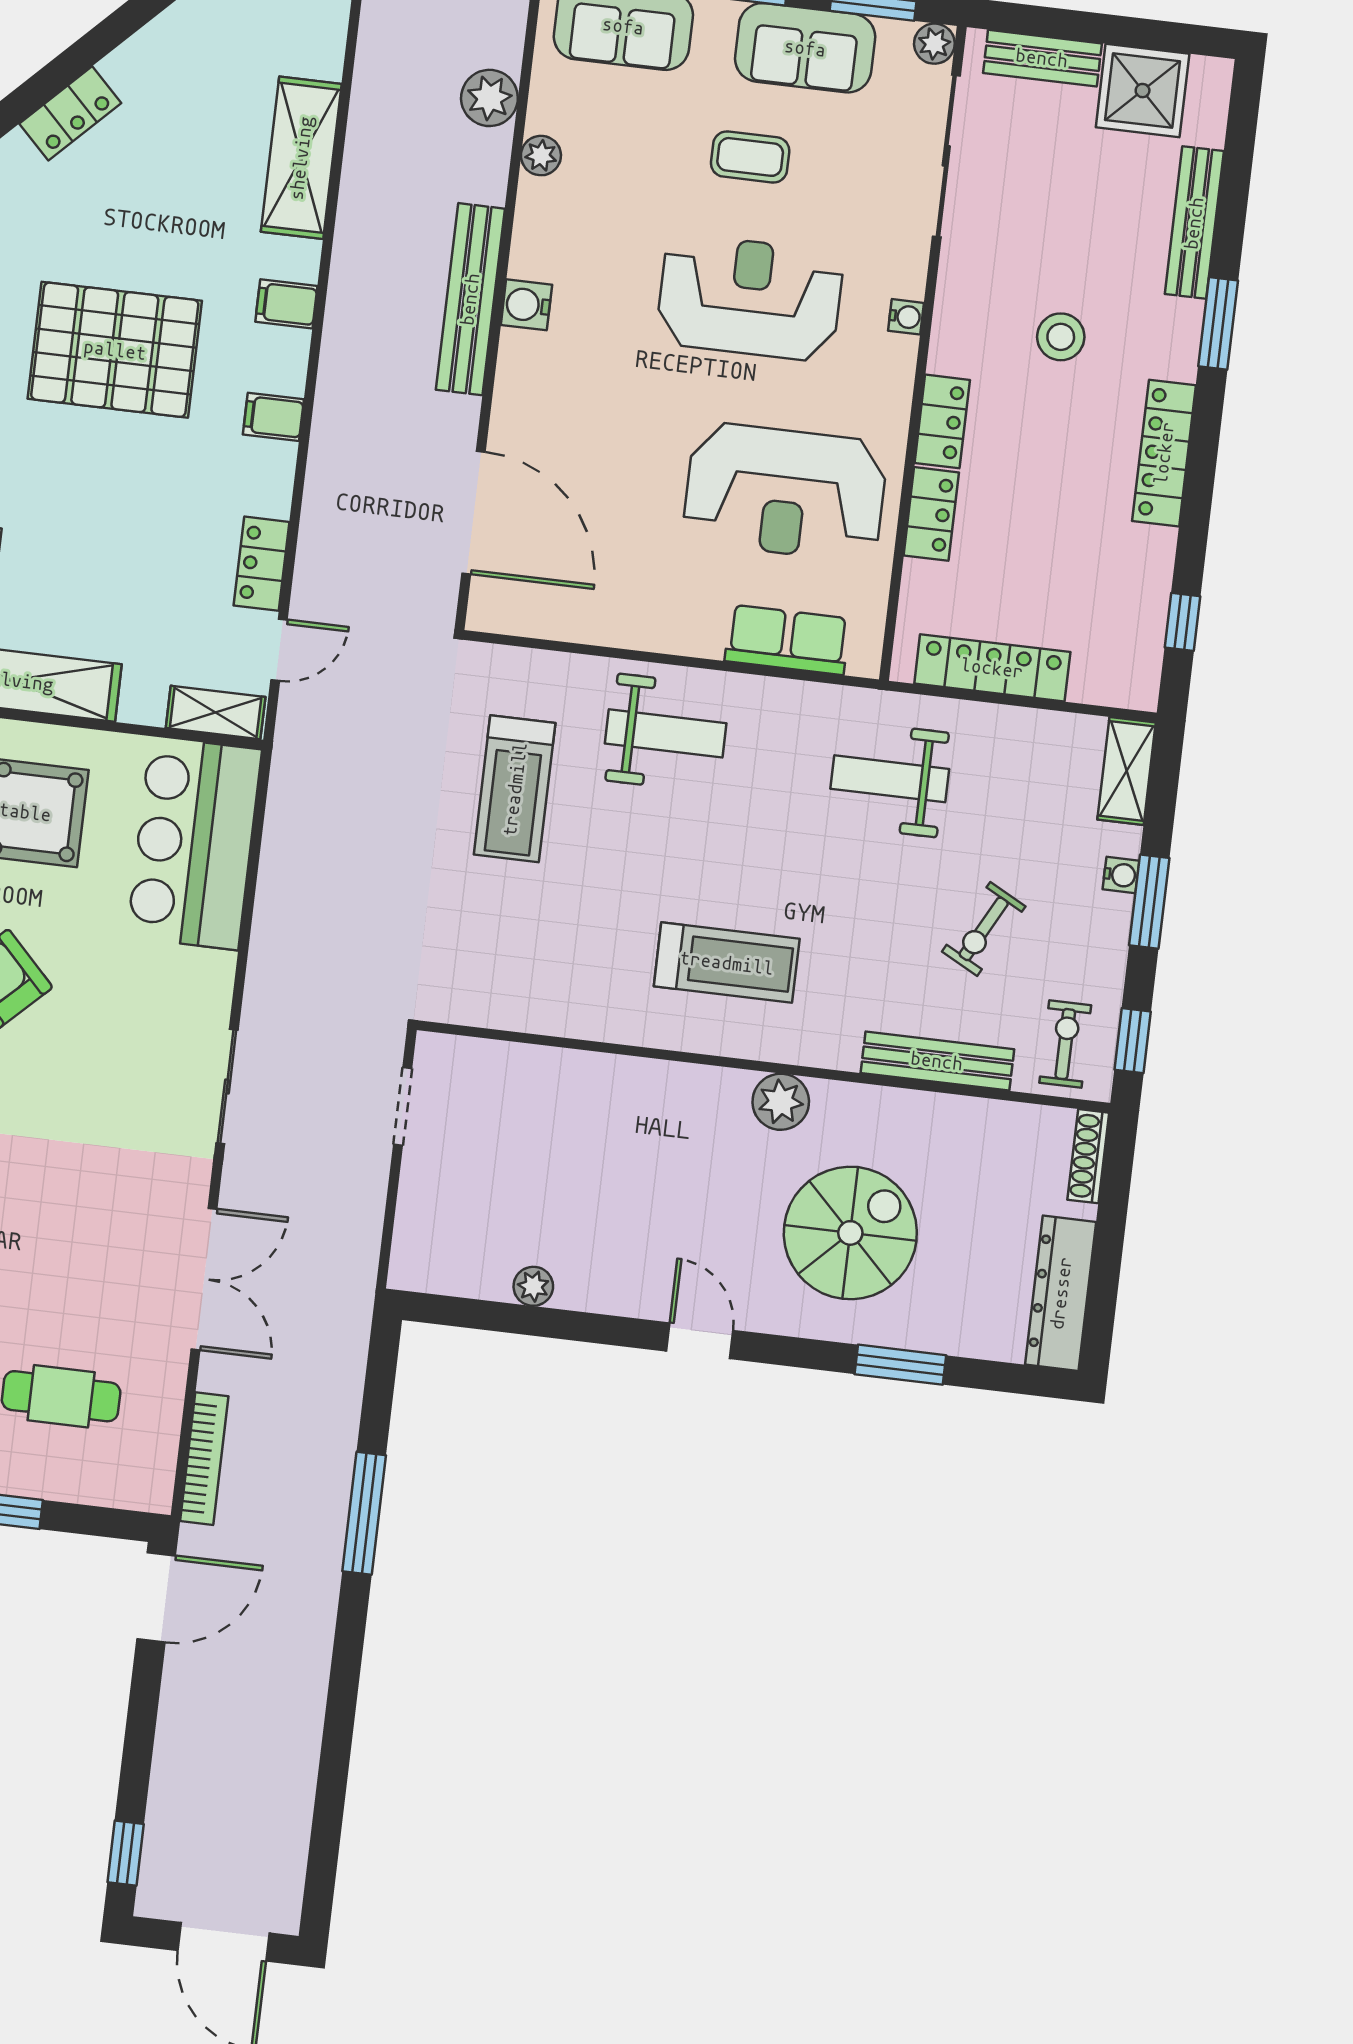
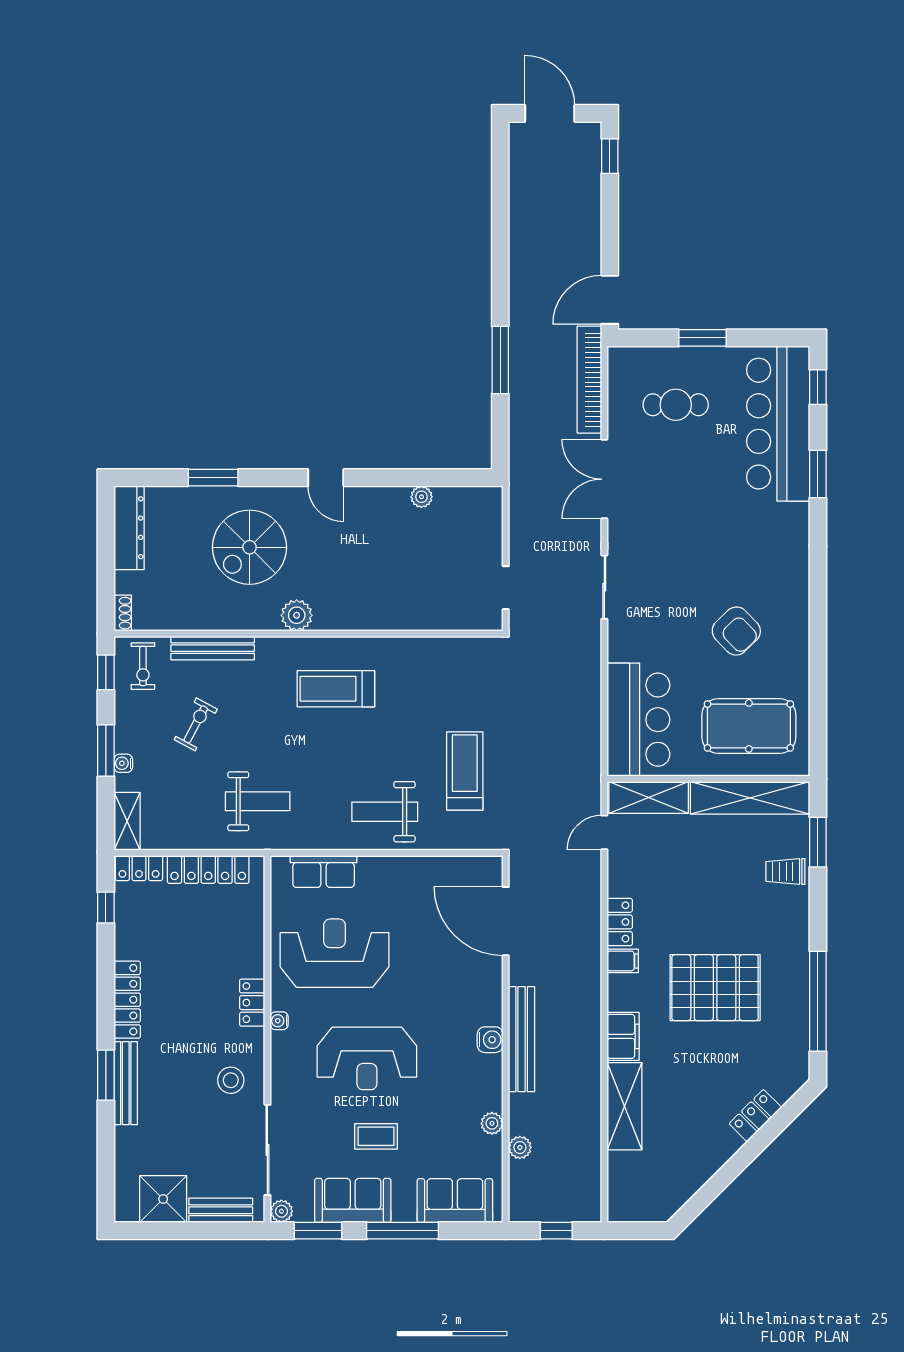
plant: (489, 98) -> (520, 1147), width x0.73, depth x0.73
bench: (1194, 223) -> (126, 1083), moved
filing cabinet: (286, 304) -> (623, 1036), width x2.00
water cooler: (906, 317) -> (279, 1021), moved
stool: (1061, 337) -> (231, 1080), moved
locker: (931, 514) -> (139, 868), moved, turned -90
locker: (262, 564) -> (620, 922), moved
shelving: (216, 712) -> (649, 797), width x1.50, depth x1.33
shoe rack: (1088, 1156) -> (123, 613), width x0.70
bookcase: (204, 1459) -> (589, 380), width x1.48, depth x1.31

